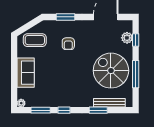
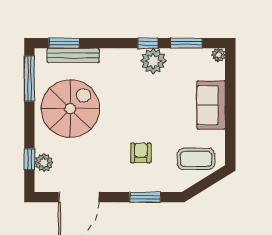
spiral stairs: (111, 71) -> (70, 109), turned -90
window: (136, 74) -> (29, 79), moved
plant: (61, 99) -> (153, 61), added
window: (98, 110) -> (64, 43), moved

